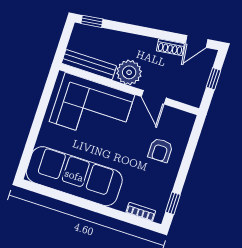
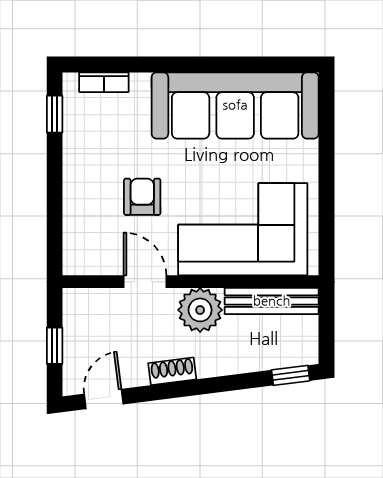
shoe rack: (170, 47) -> (172, 371), moved
armchair: (160, 150) -> (142, 197), moved

